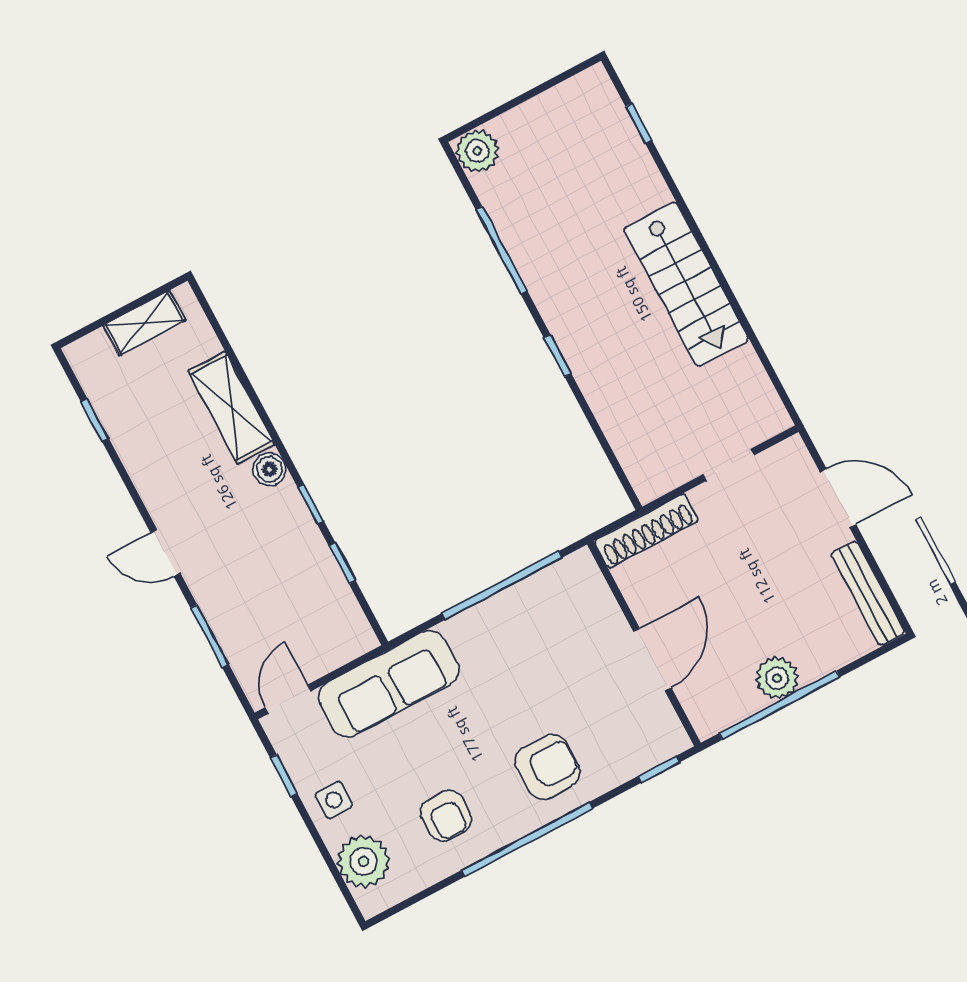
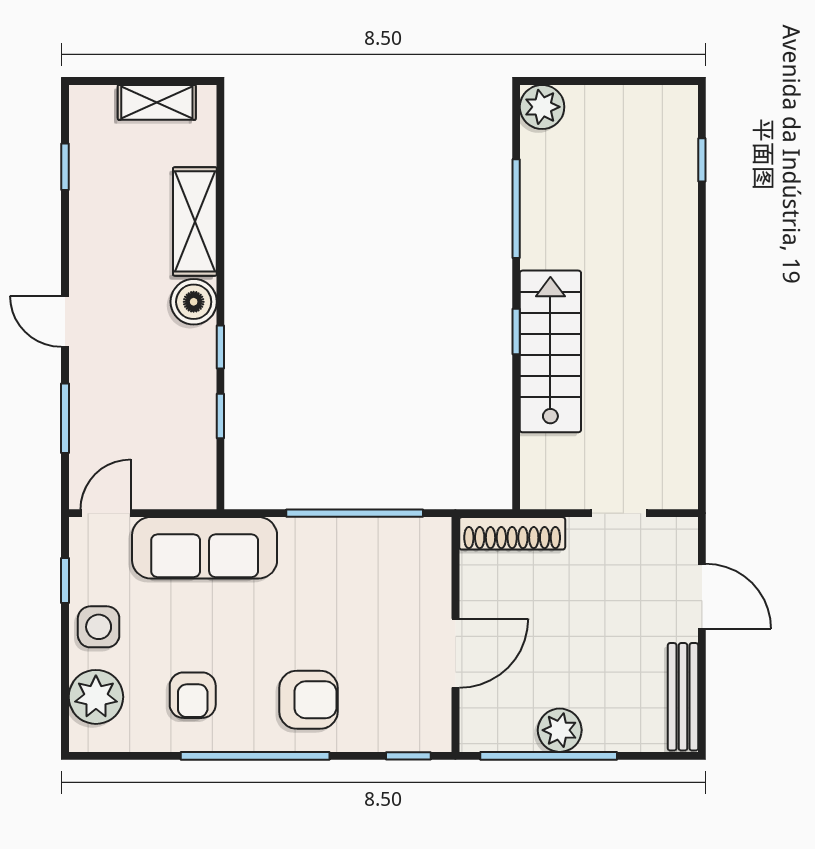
stairs: (686, 284) -> (550, 351), moved, turned 180
boiler: (269, 469) -> (194, 302), width x1.36, depth x1.36
side table: (334, 800) -> (99, 627), width x1.37, depth x1.37

